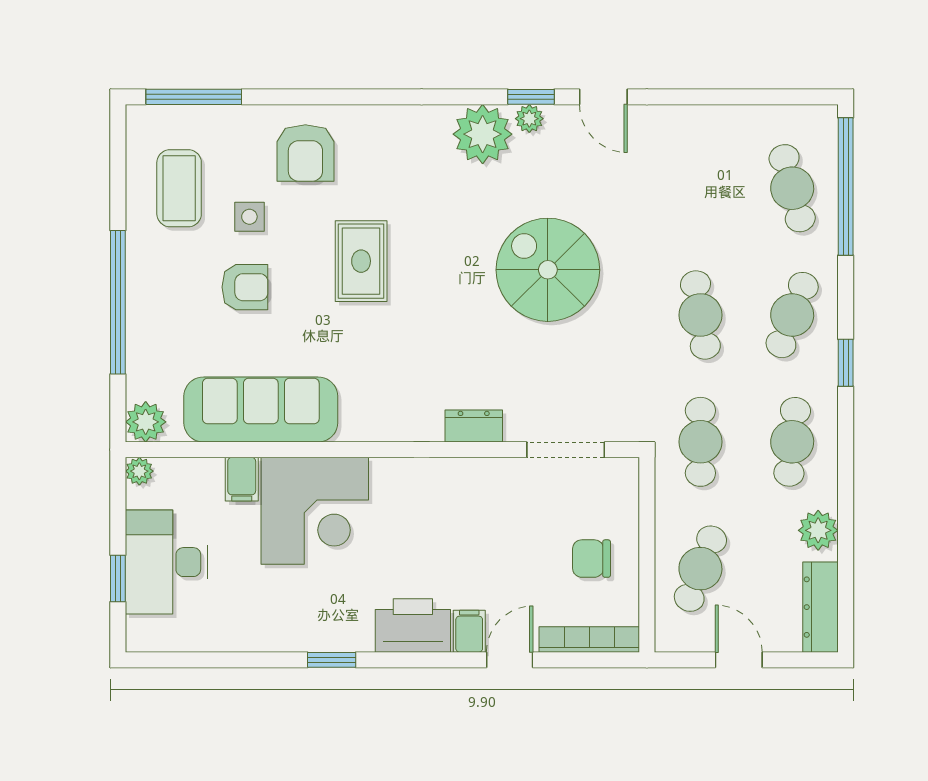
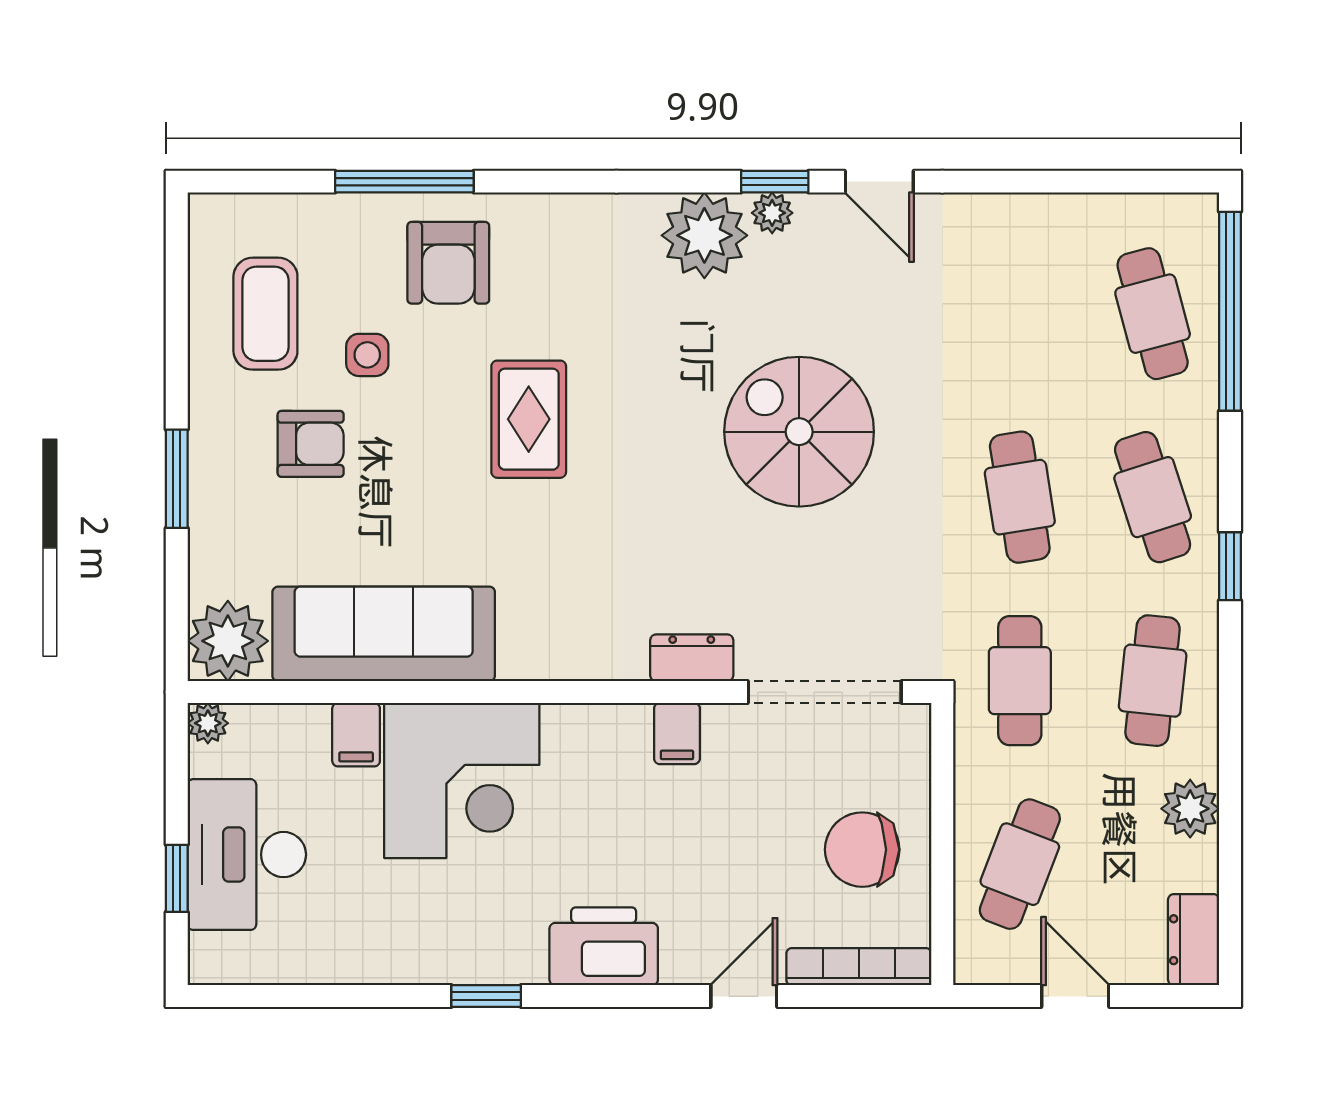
window: (194, 97) -> (404, 182), moved
armchair: (245, 287) -> (311, 444), moved
window: (118, 302) -> (177, 479), width x0.47
cafe table: (792, 315) -> (1153, 497), turned -39
plant: (146, 422) -> (228, 641), width x1.36, depth x1.36
doorway: (566, 450) -> (825, 692), width x1.36
chair: (591, 559) -> (862, 850), width x1.37, depth x1.37
dresser: (821, 607) -> (1194, 940), width x0.70
filing cabinet: (469, 631) -> (677, 733), moved, turned 180

